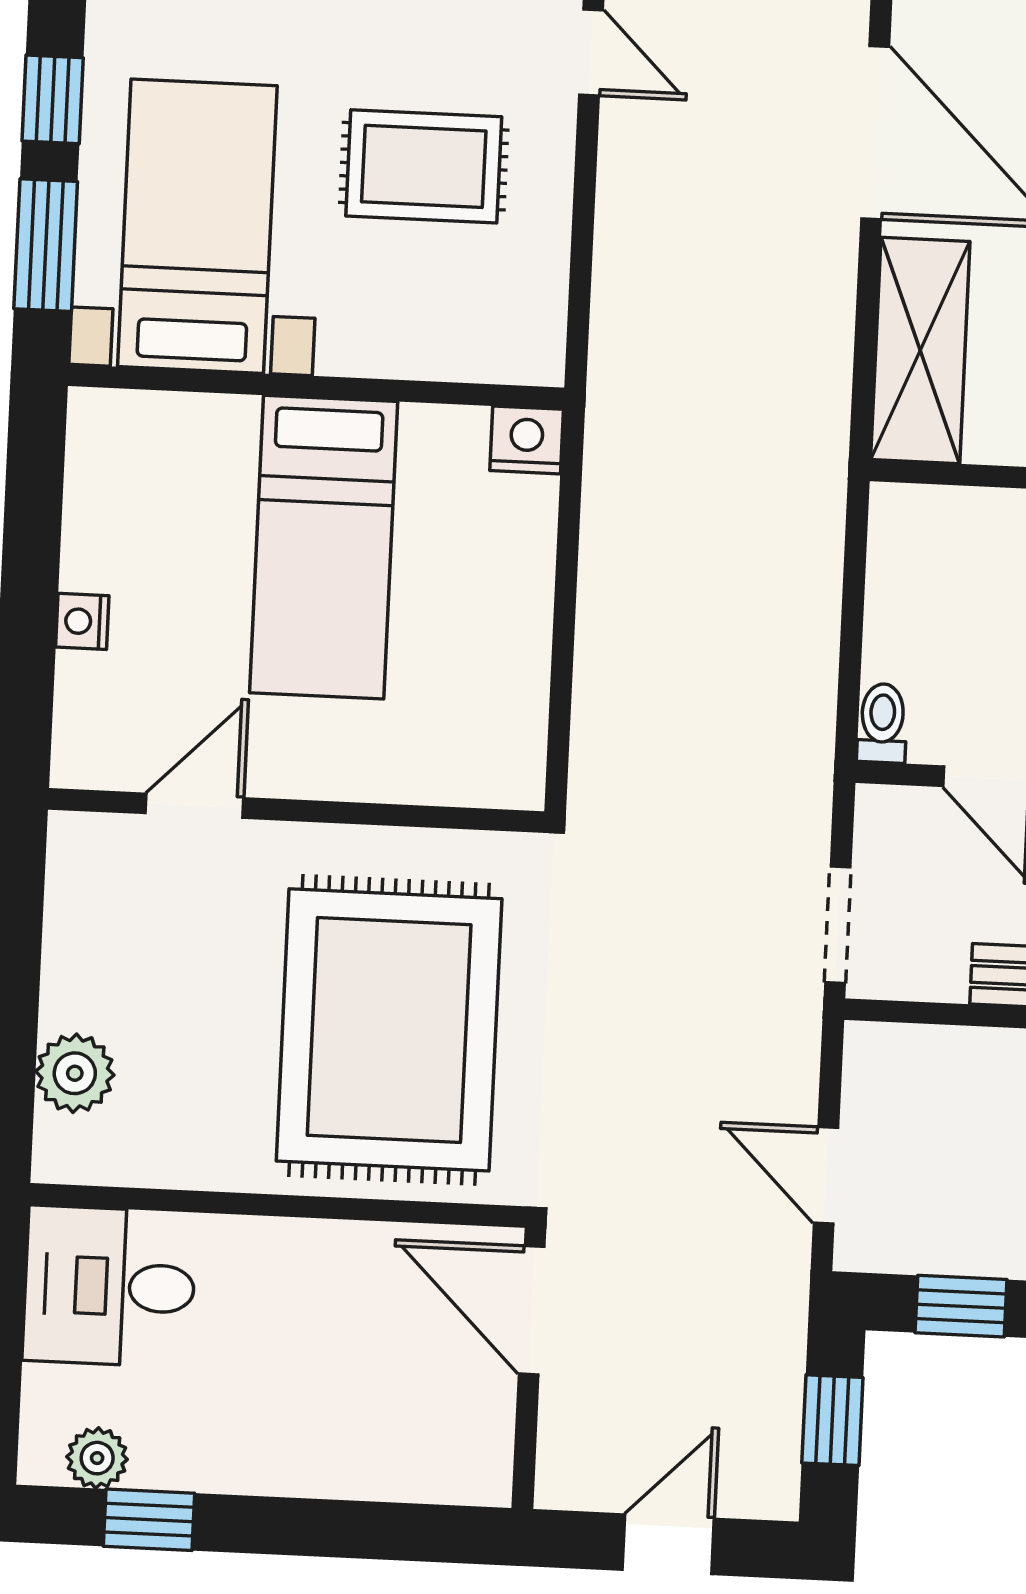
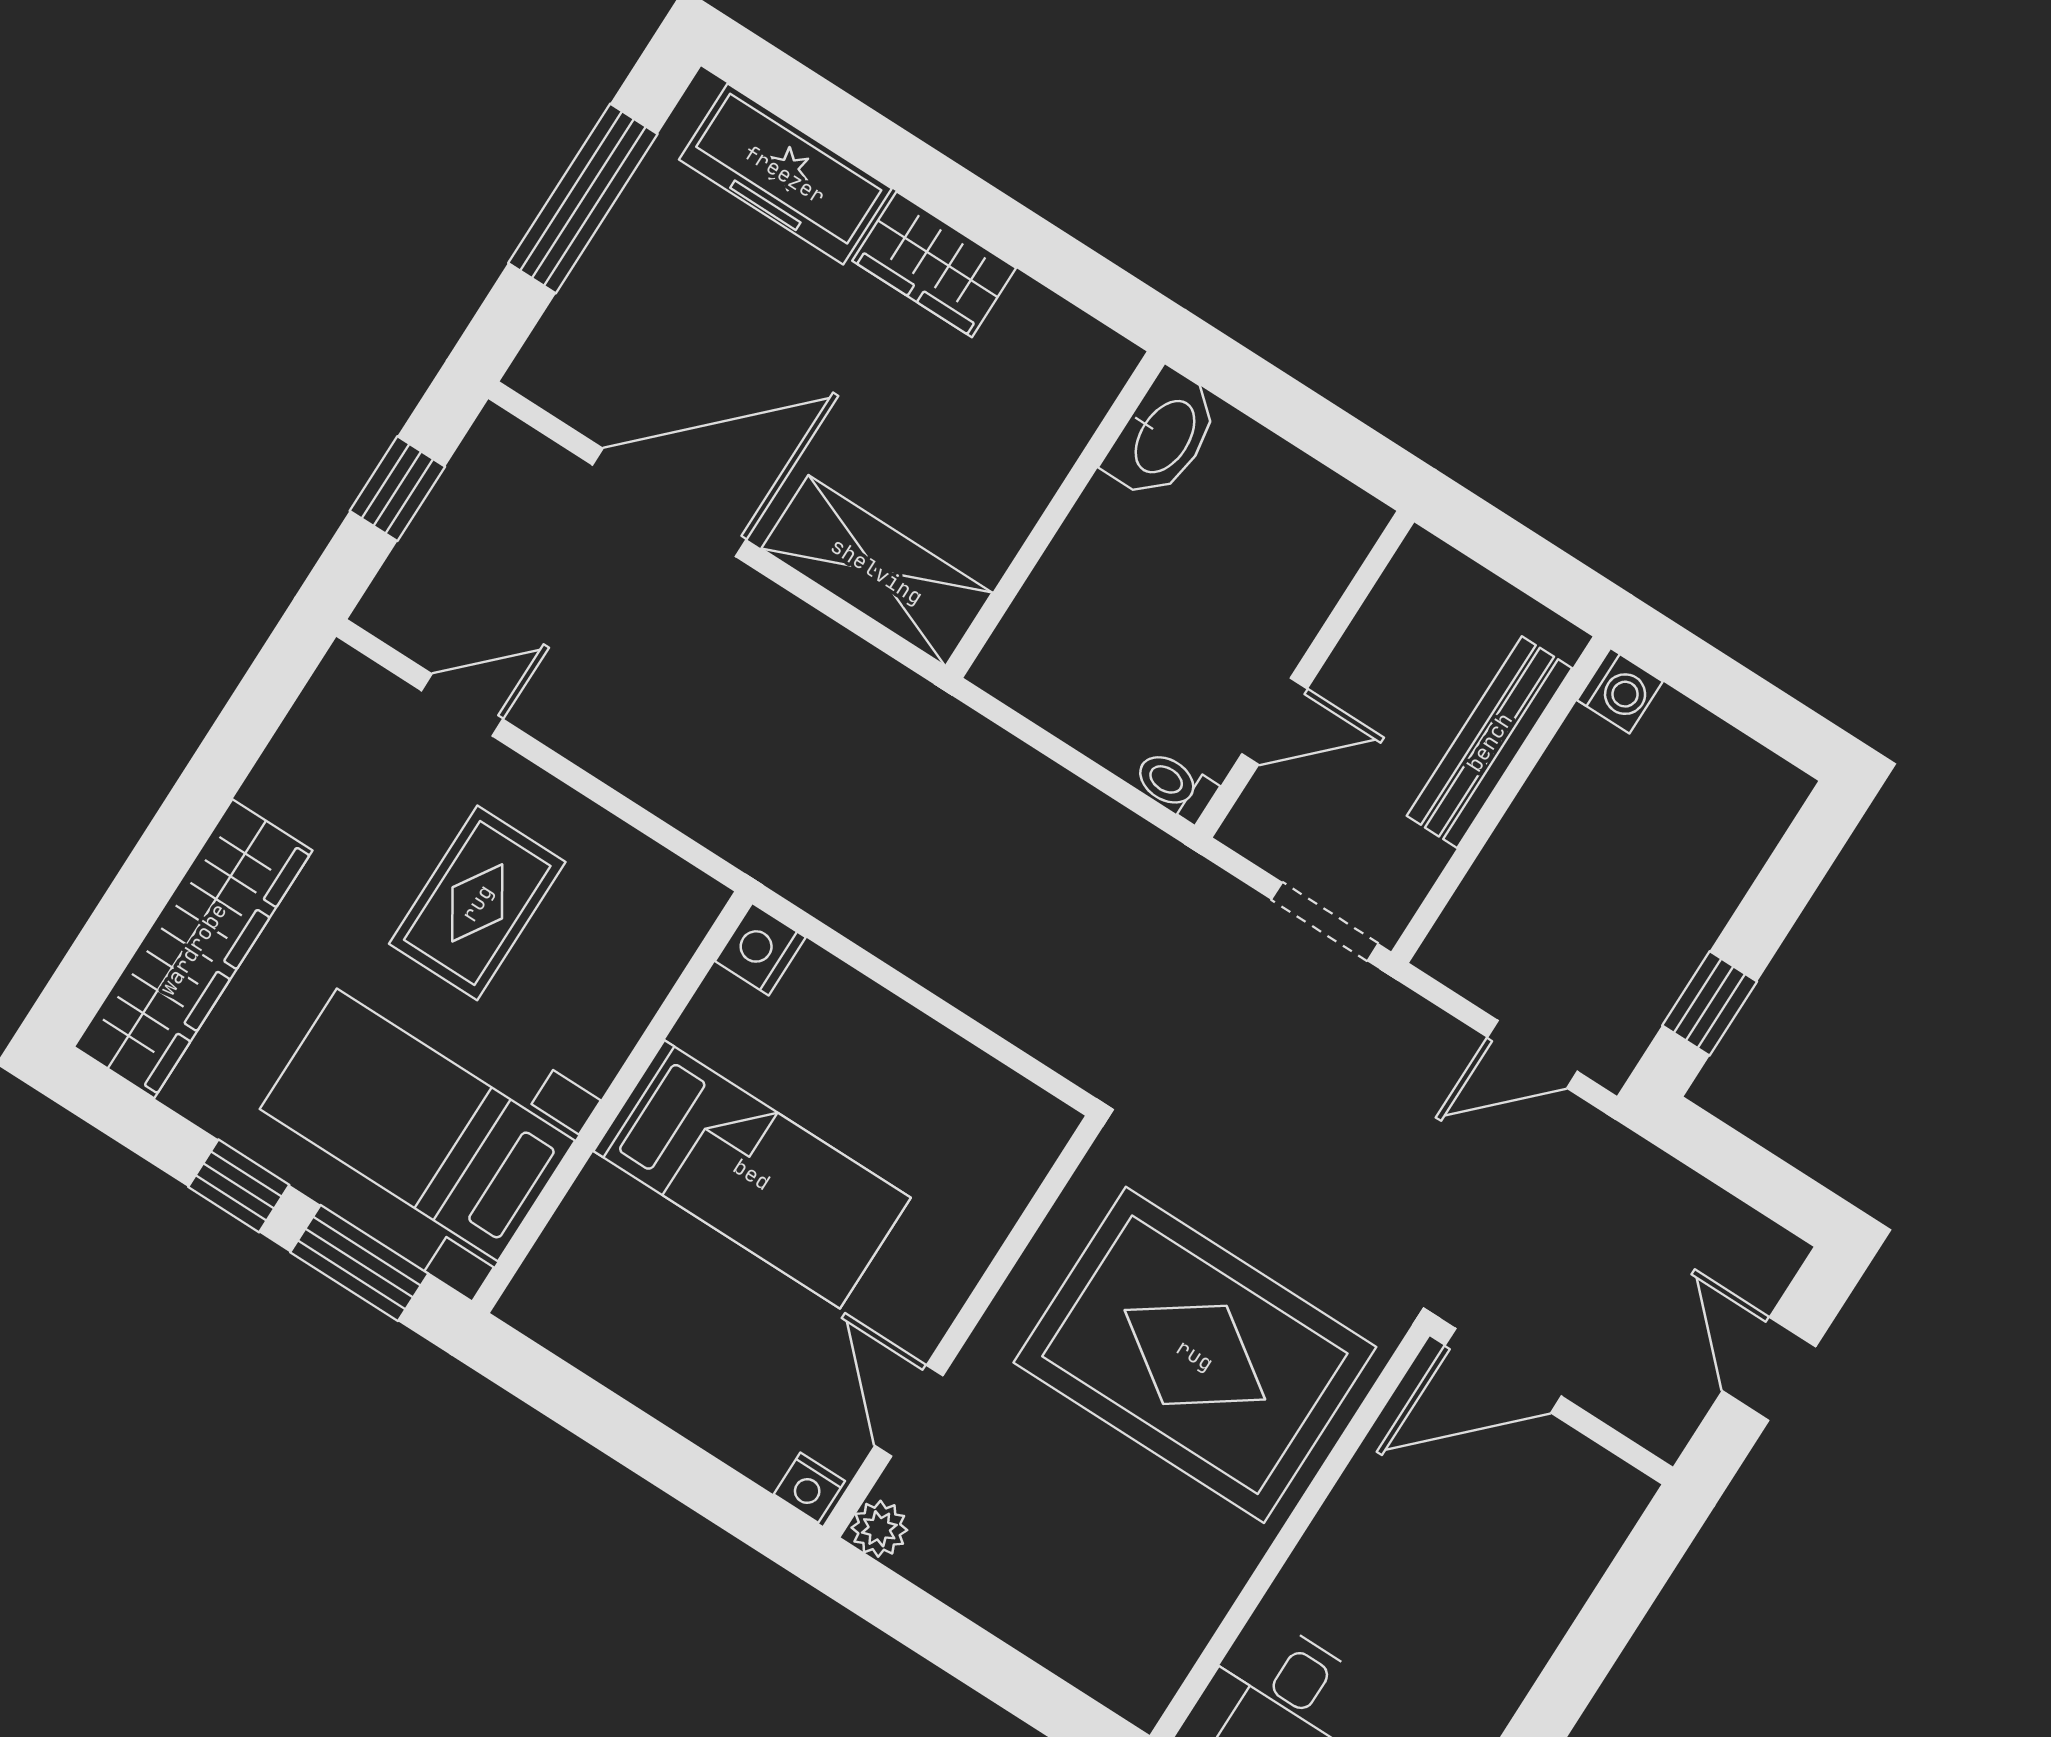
nightstand: (82, 621) -> (809, 1488), moved
plant: (75, 1073) -> (879, 1529), moved, width x0.73, depth x0.73
window: (832, 1420) -> (1744, 1169), removed

